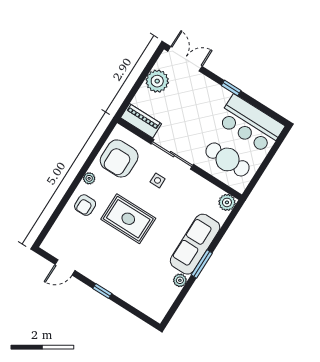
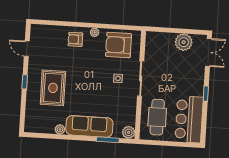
piano: (141, 121) -> (151, 46), removed
rug: (128, 219) -> (53, 88), moved
window: (202, 264) -> (108, 140), moved

